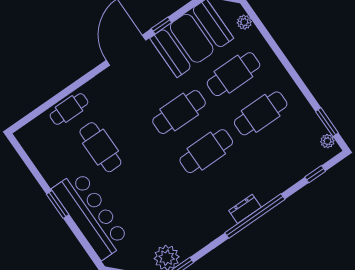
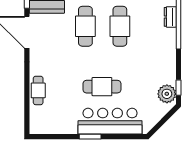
cafe table: (100, 147) -> (102, 87), moved
dresser: (245, 209) -> (170, 17), moved

